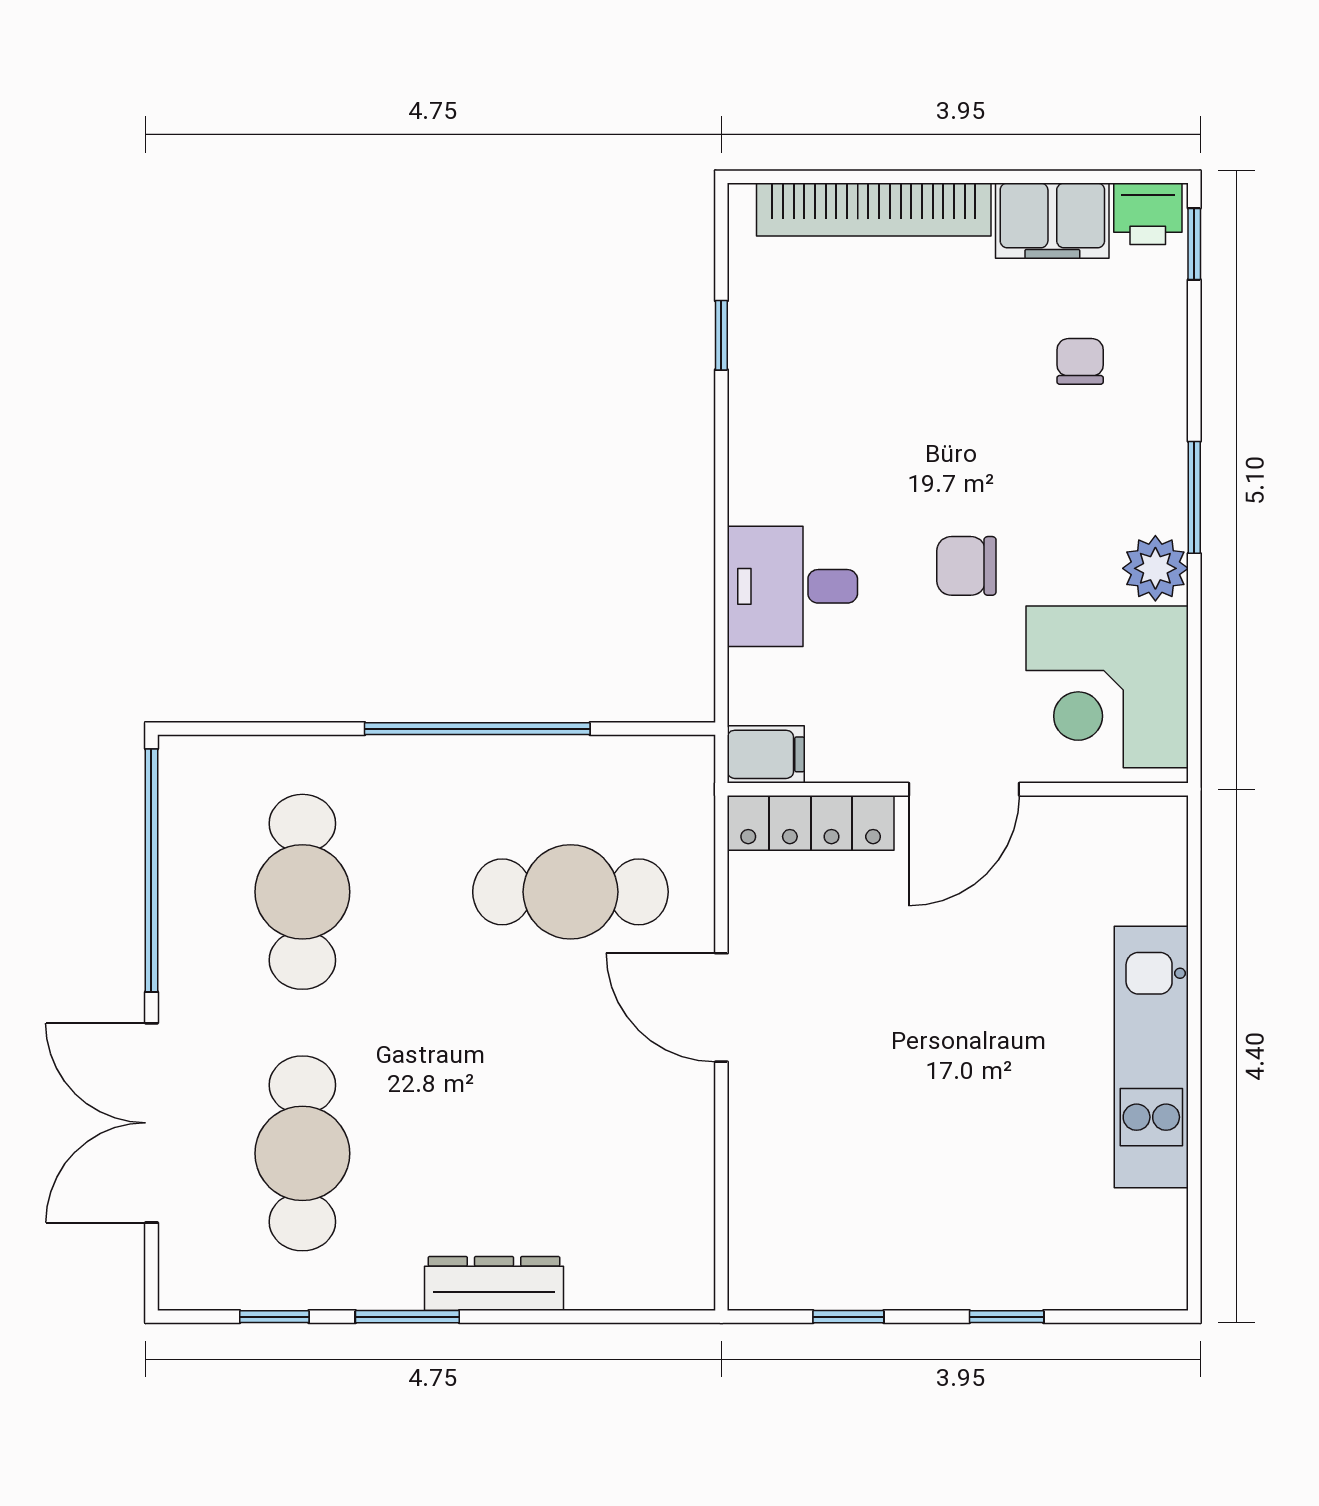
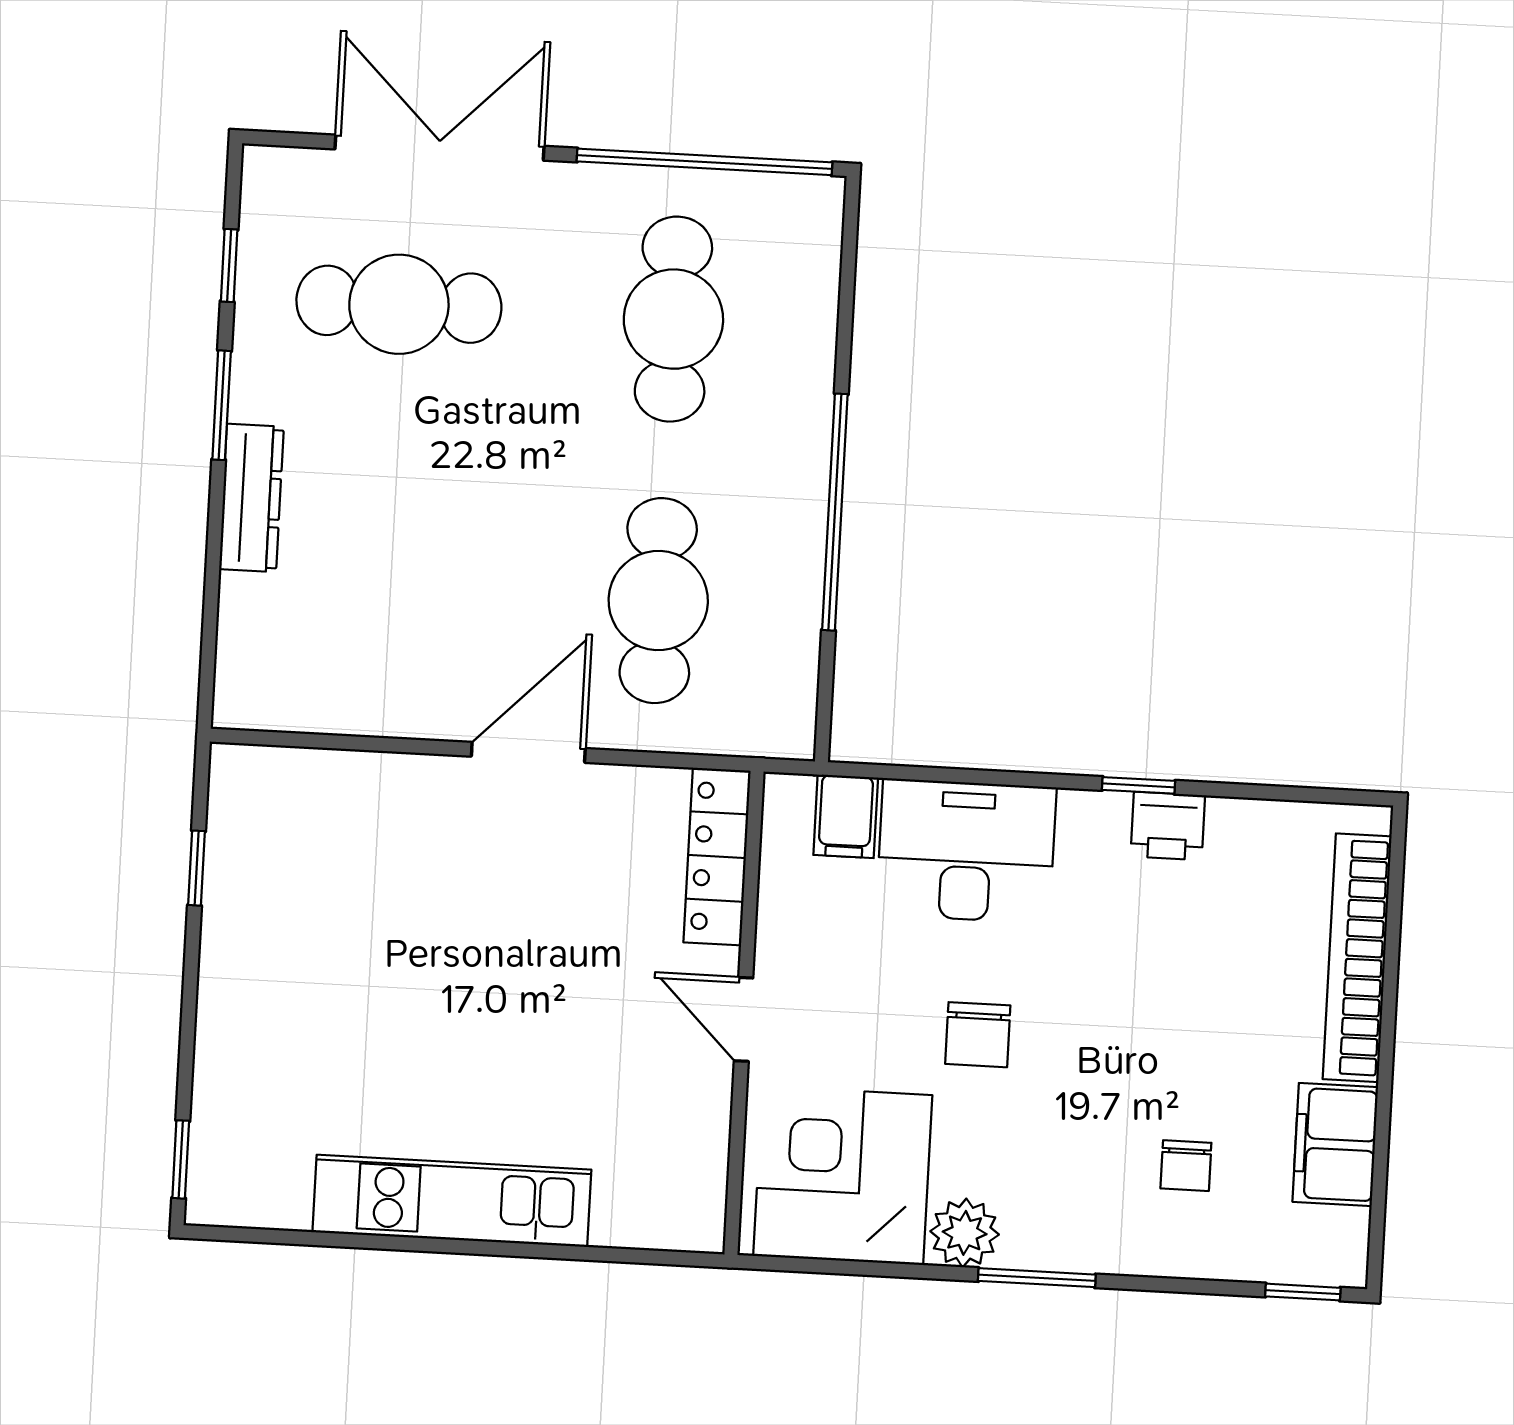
printer: (1148, 214) -> (1168, 826), moved, turned -90
window: (721, 335) -> (1139, 785), moved
chair: (1080, 361) -> (1186, 1166), turned 90
chair: (966, 566) -> (978, 1035), turned 180
desk: (792, 586) -> (966, 851), width x1.37
filing cabinet: (766, 754) -> (846, 816), moved
door: (964, 789) -> (744, 1019), width x0.73
cafe table: (302, 892) -> (673, 319), turned 90
window: (1007, 1317) -> (181, 1159), moved

